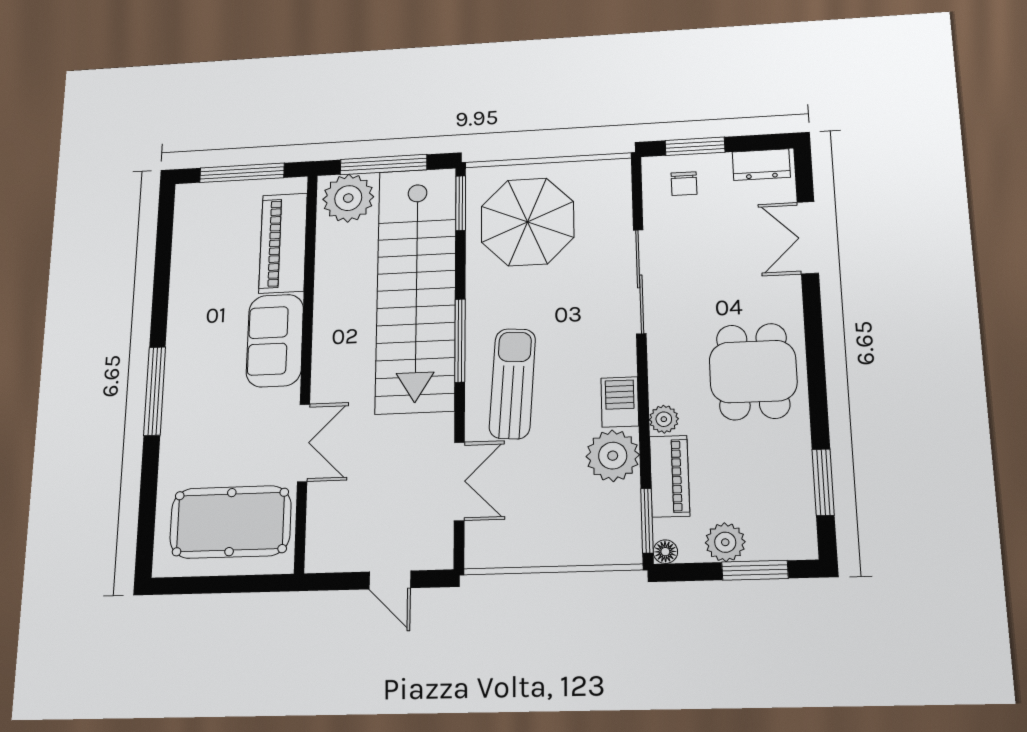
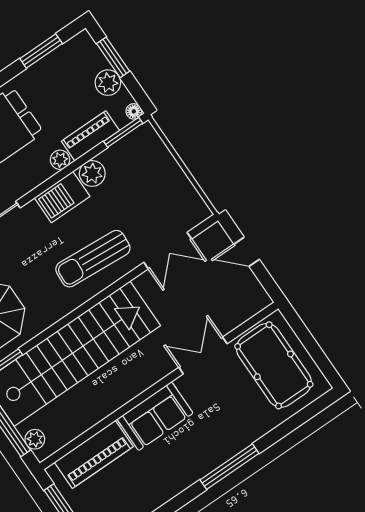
plant: (348, 198) -> (35, 439), width x0.53, depth x0.53
window: (460, 340) -> (87, 306), removed
barbecue: (620, 402) -> (62, 197), width x1.38, depth x1.27
plant: (613, 456) -> (92, 173), width x0.73, depth x0.73
double door: (459, 481) -> (168, 251), swing flipped
door: (390, 580) -> (247, 252), swing flipped

